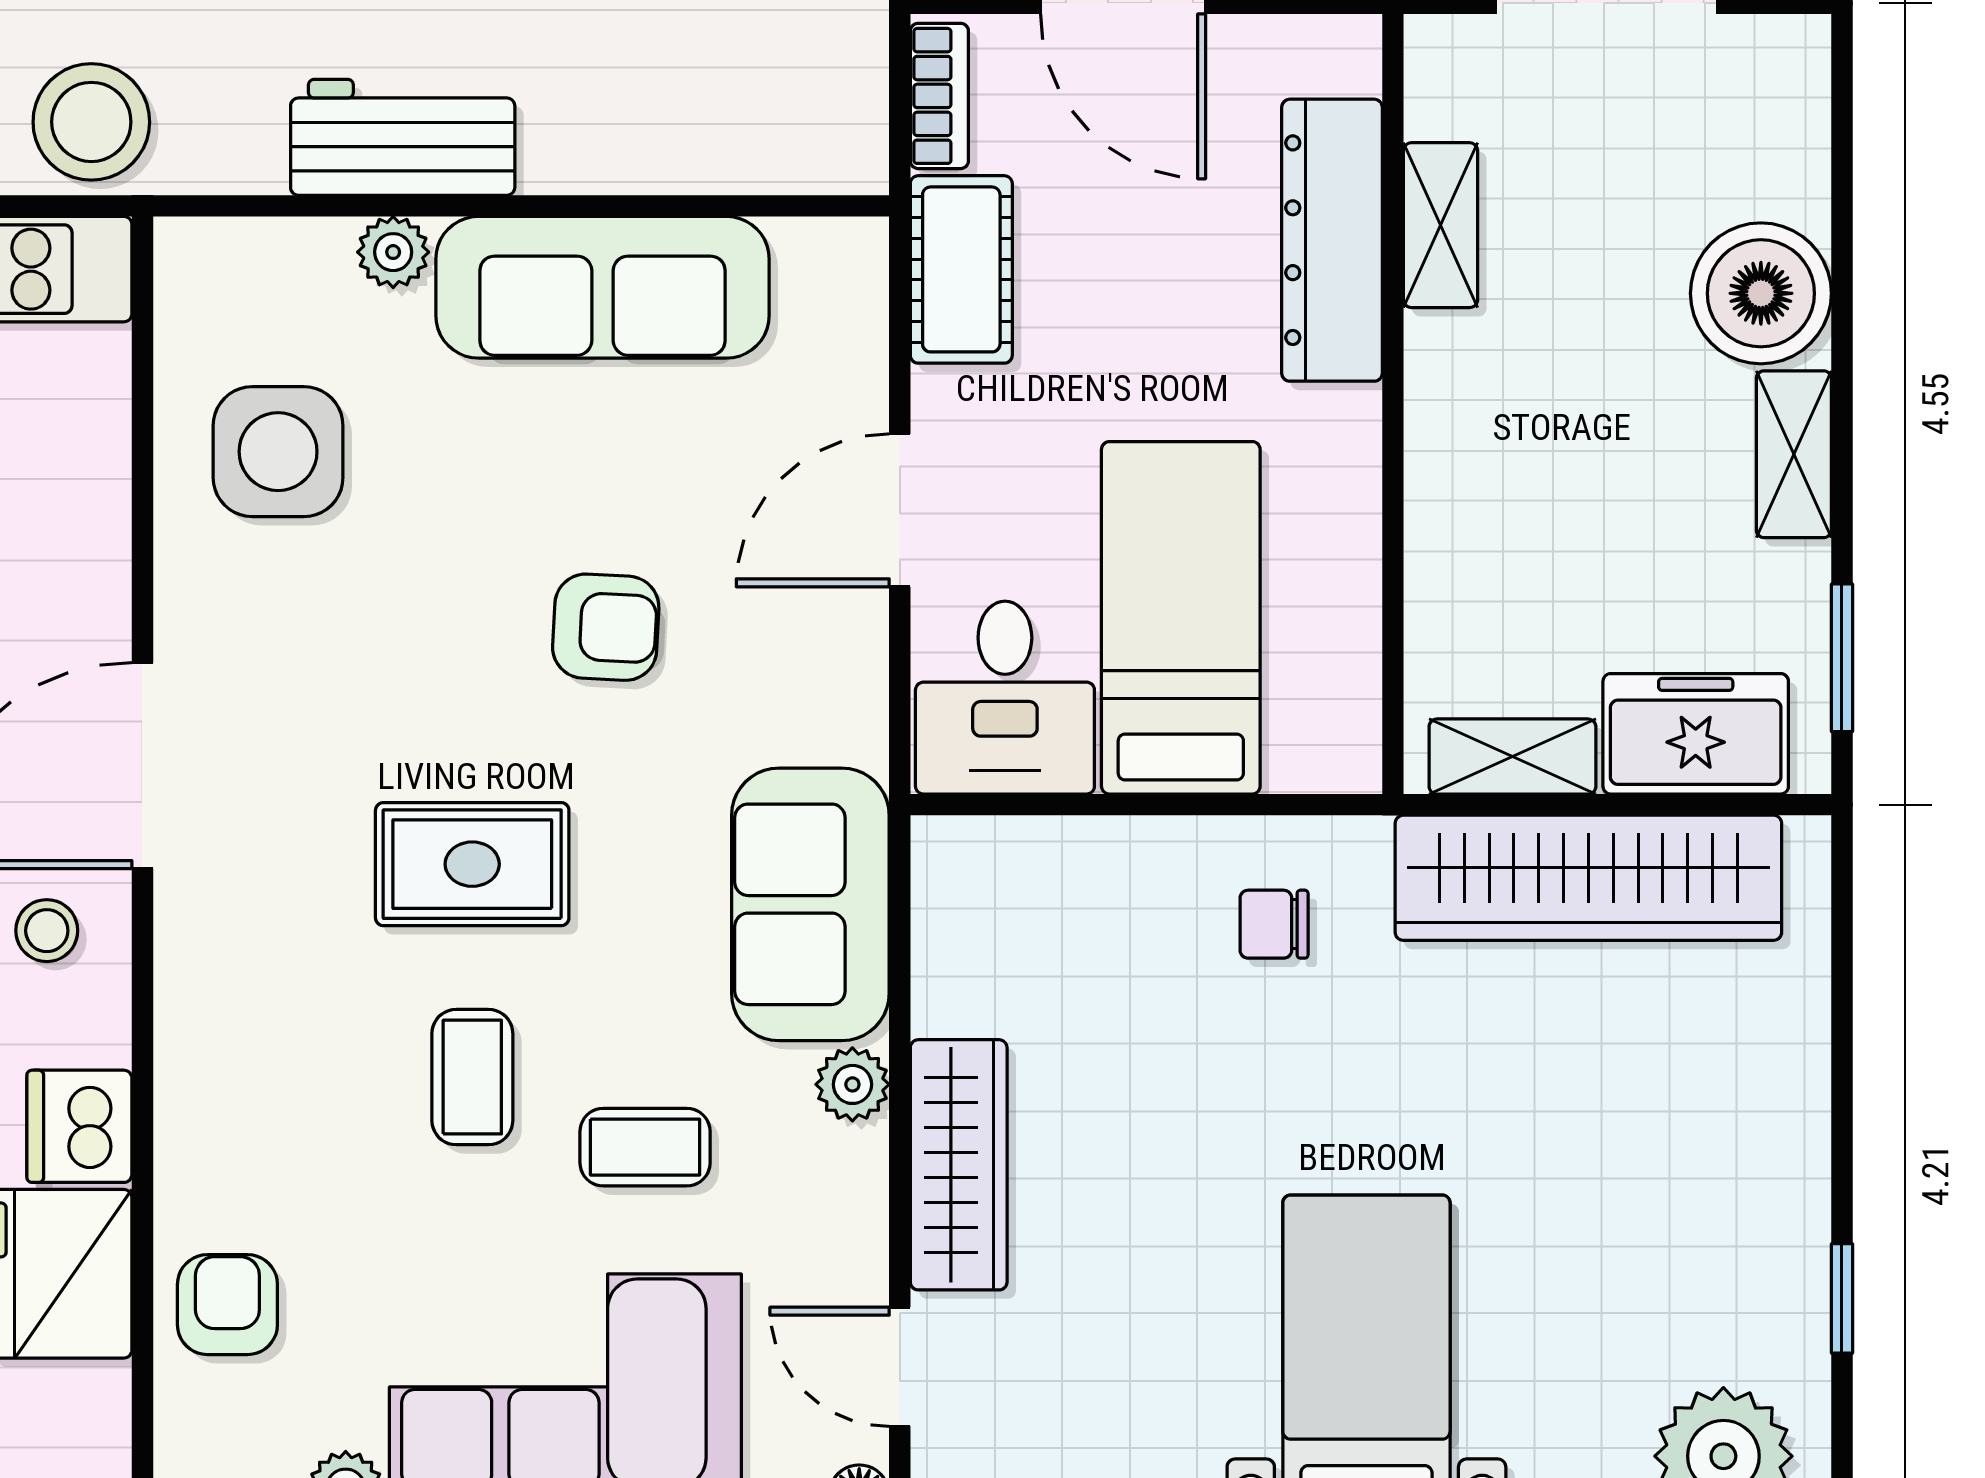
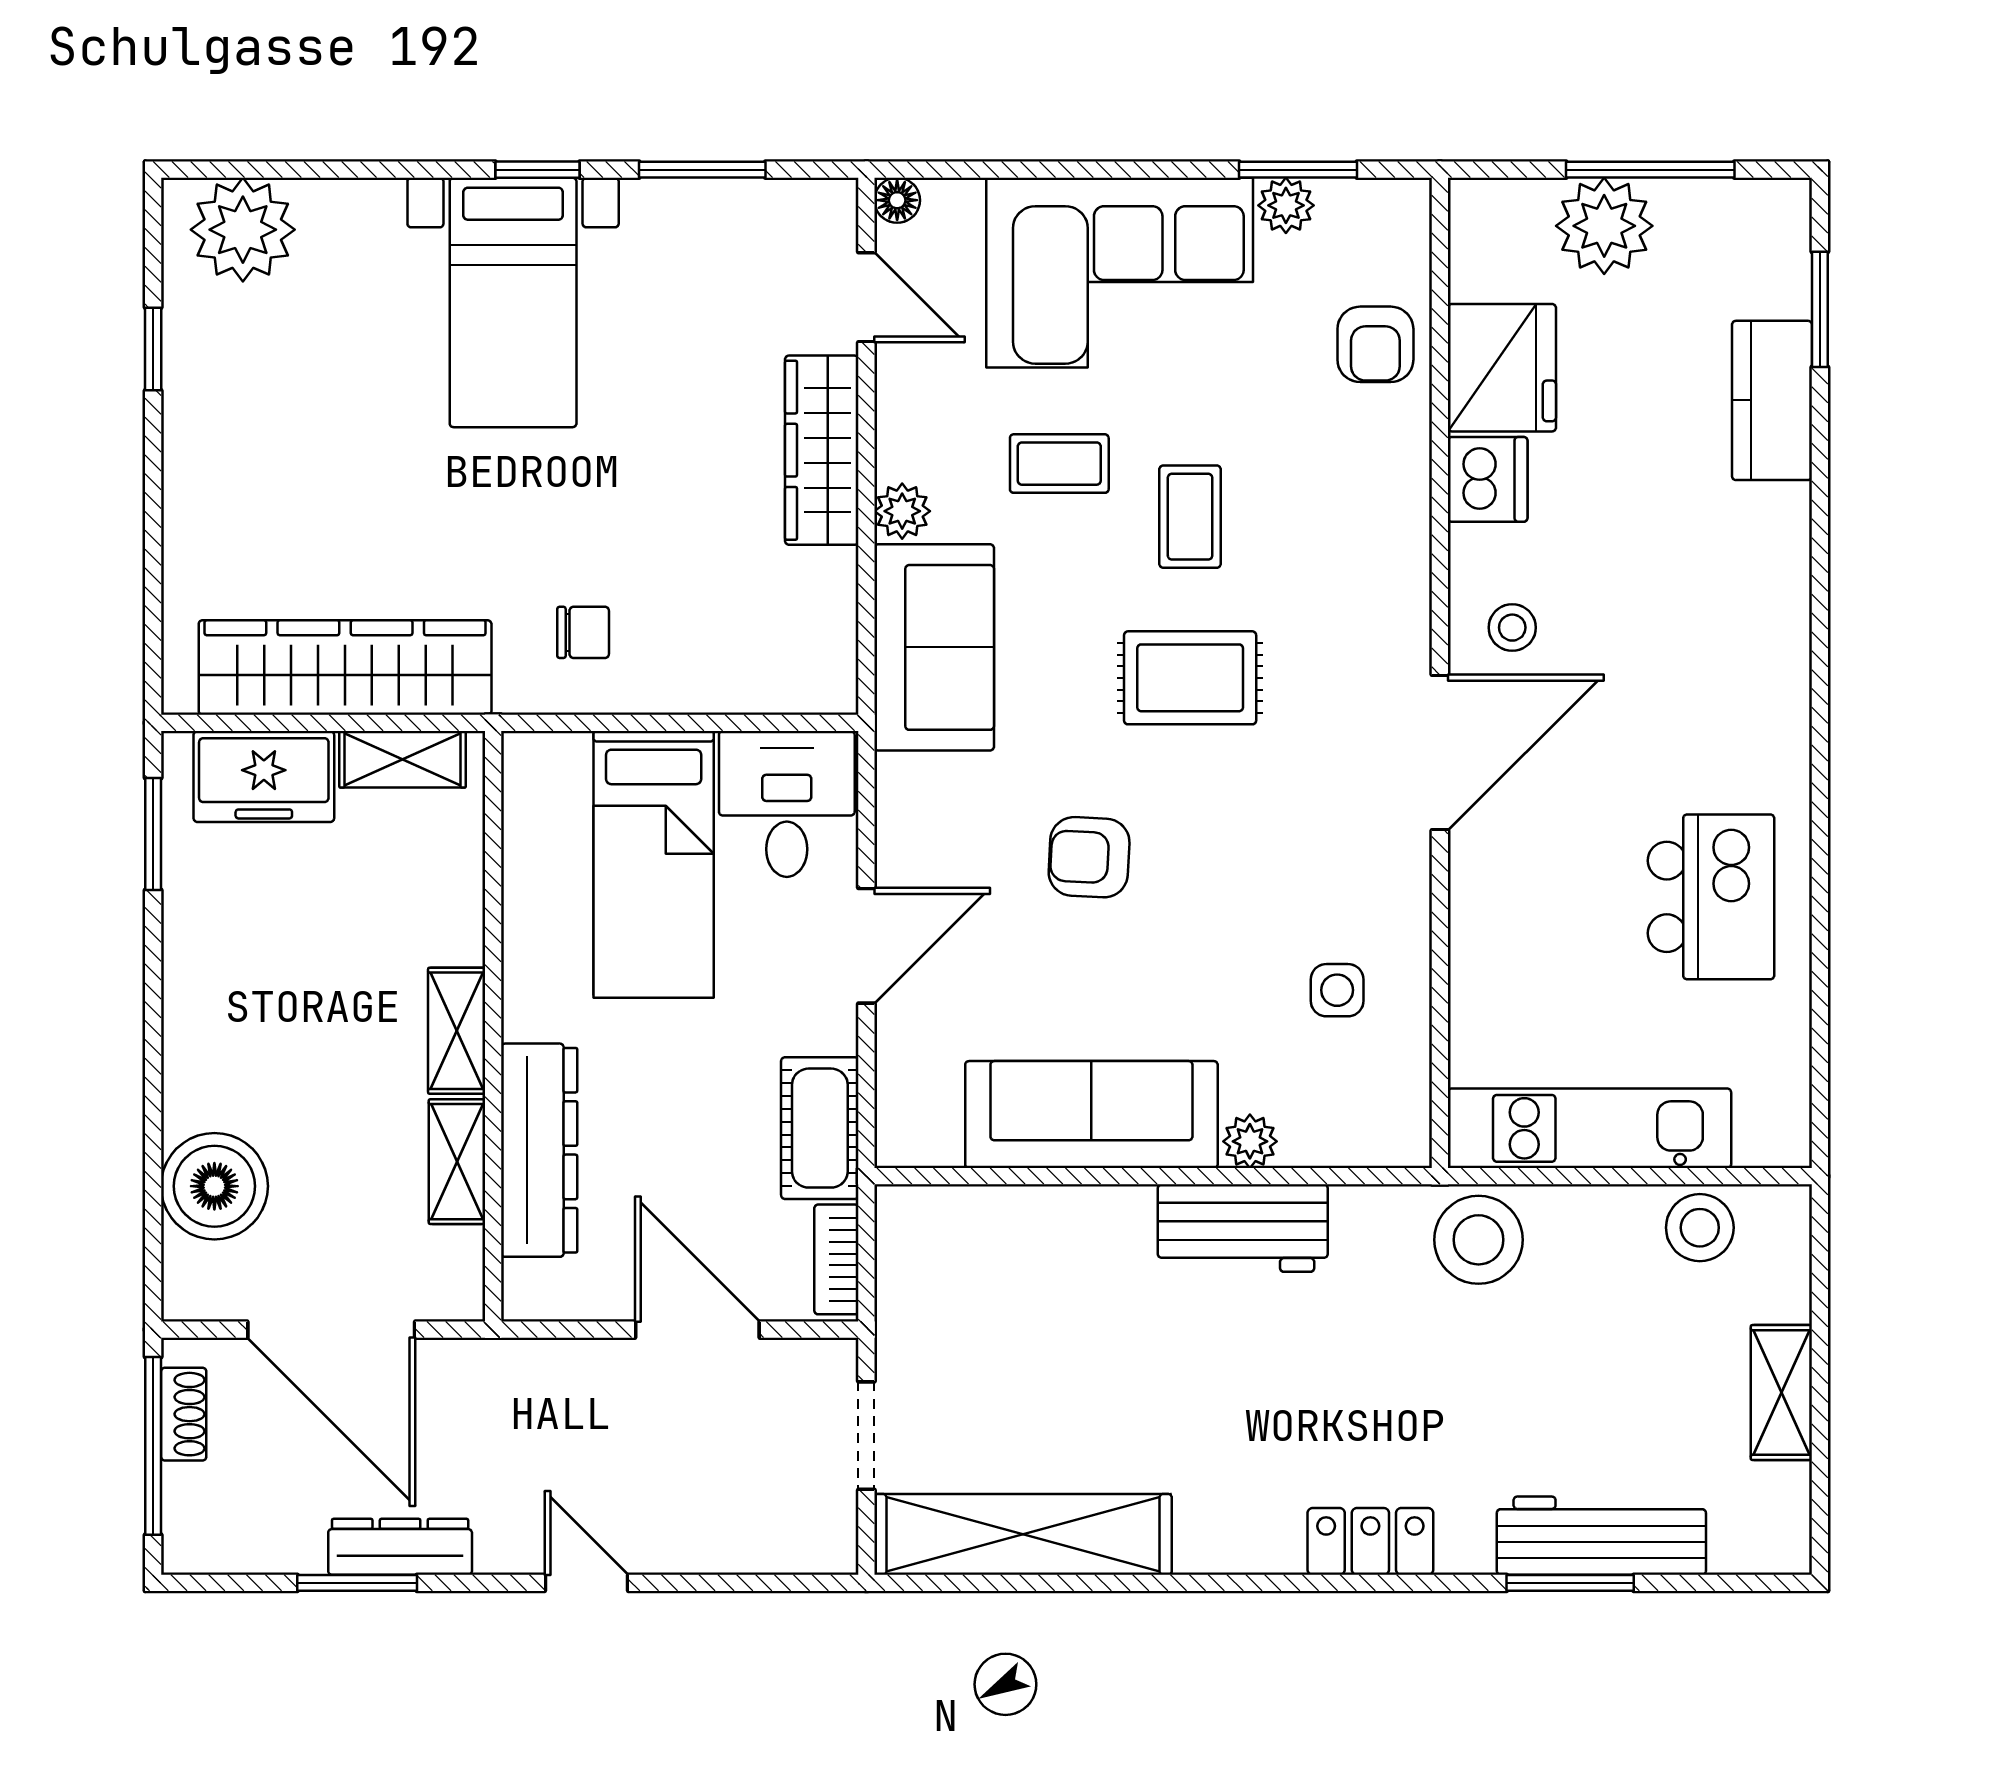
boiler: (1761, 293) -> (214, 1186), moved
side table: (278, 452) -> (1337, 990), width x0.54, depth x0.54
shelving: (1794, 454) -> (457, 1031), moved

